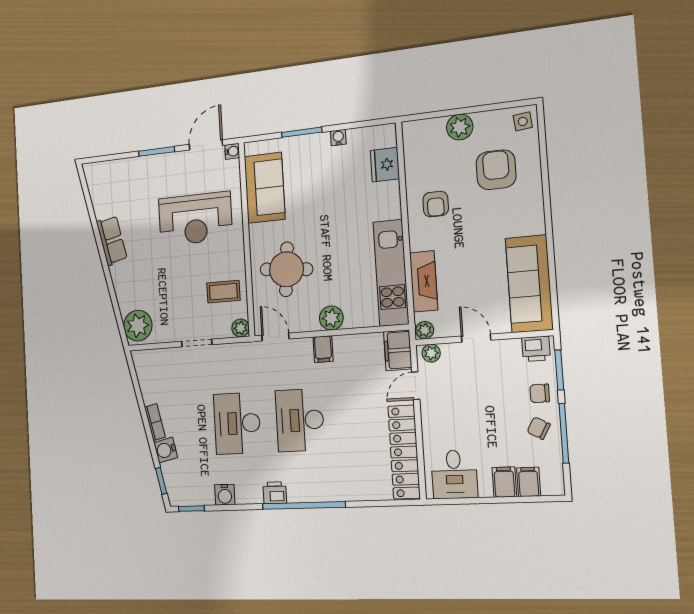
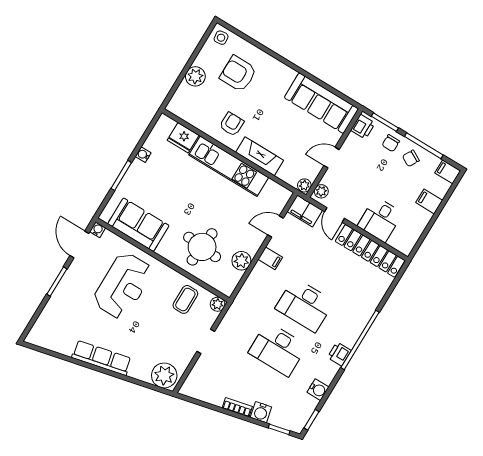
armchair: (436, 204) -> (232, 124), turned -90
row of seats: (112, 240) -> (101, 358), width x1.48
kitchen unit: (391, 273) -> (229, 166), moved
fireplace: (424, 281) -> (260, 156), moved
plant: (331, 318) -> (241, 261), moved
door: (275, 337) -> (276, 227), moved
desk: (454, 474) -> (380, 220), moved, turned 90
filing cabinet: (529, 482) -> (448, 172), moved

